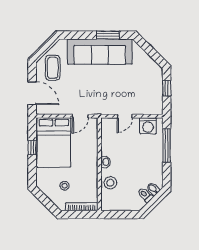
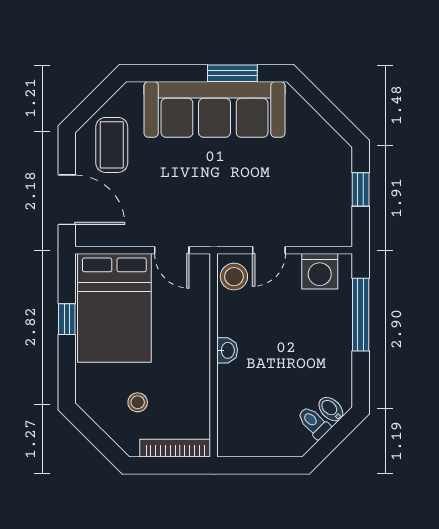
door: (80, 116) -> (172, 250), hinge flipped
stool: (110, 183) -> (234, 277), moved

